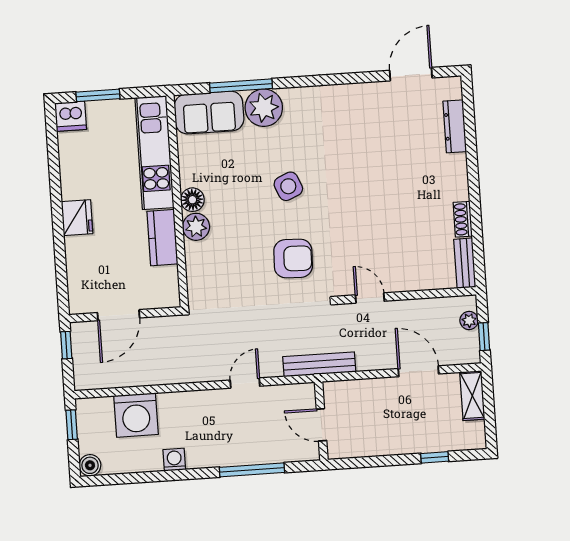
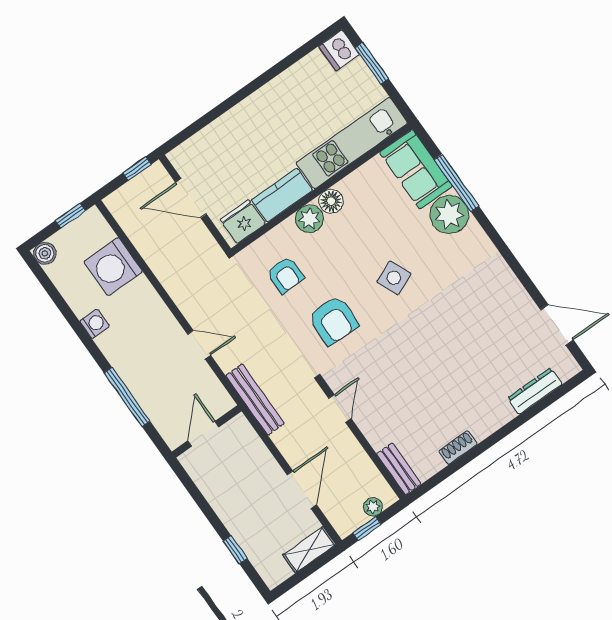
fridge: (77, 218) -> (243, 222), moved, turned 180
bench: (465, 263) -> (399, 469), moved, turned 90
armchair: (231, 276) -> (285, 275), added

